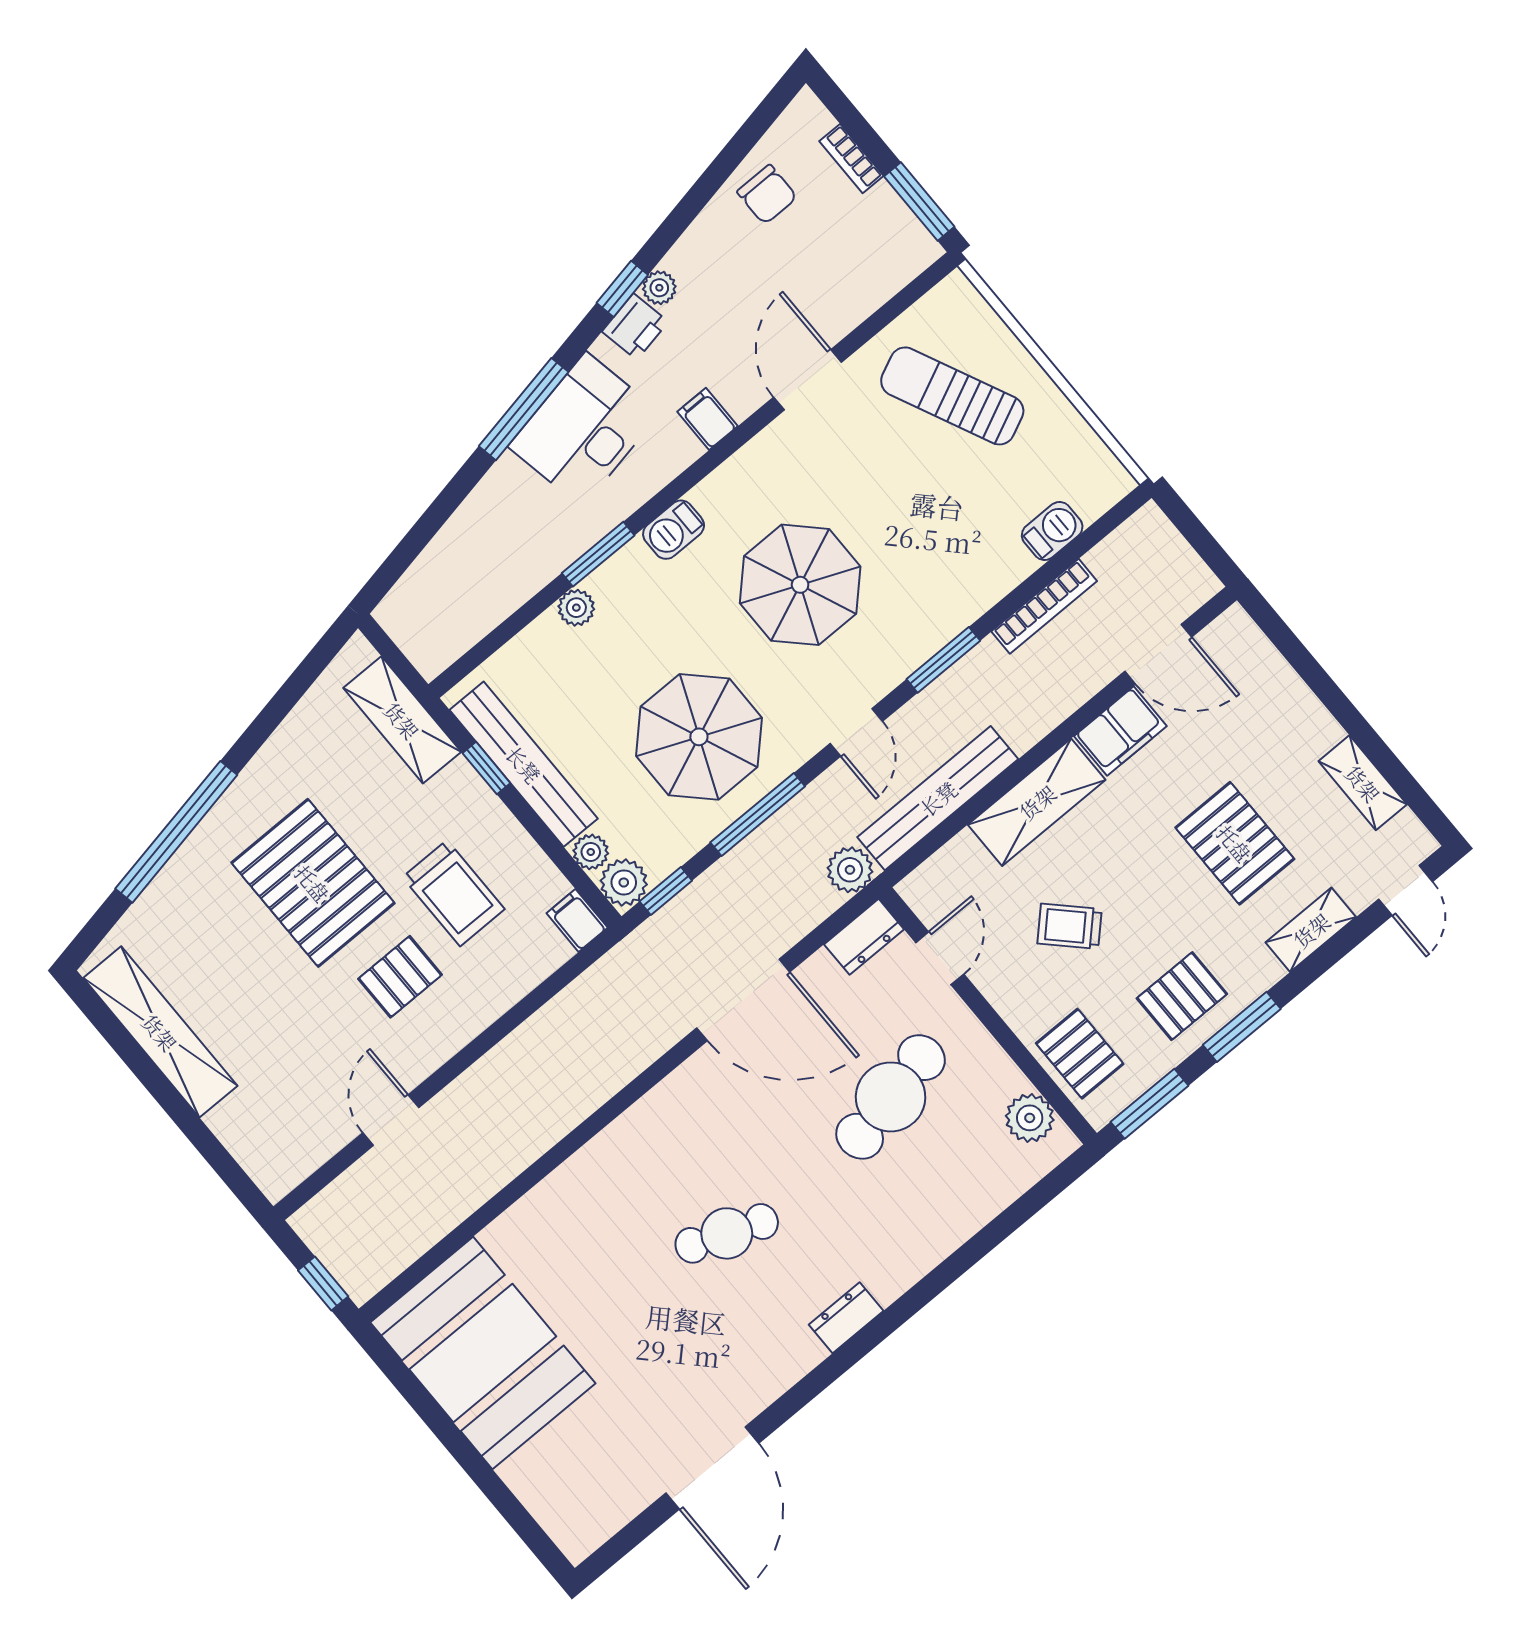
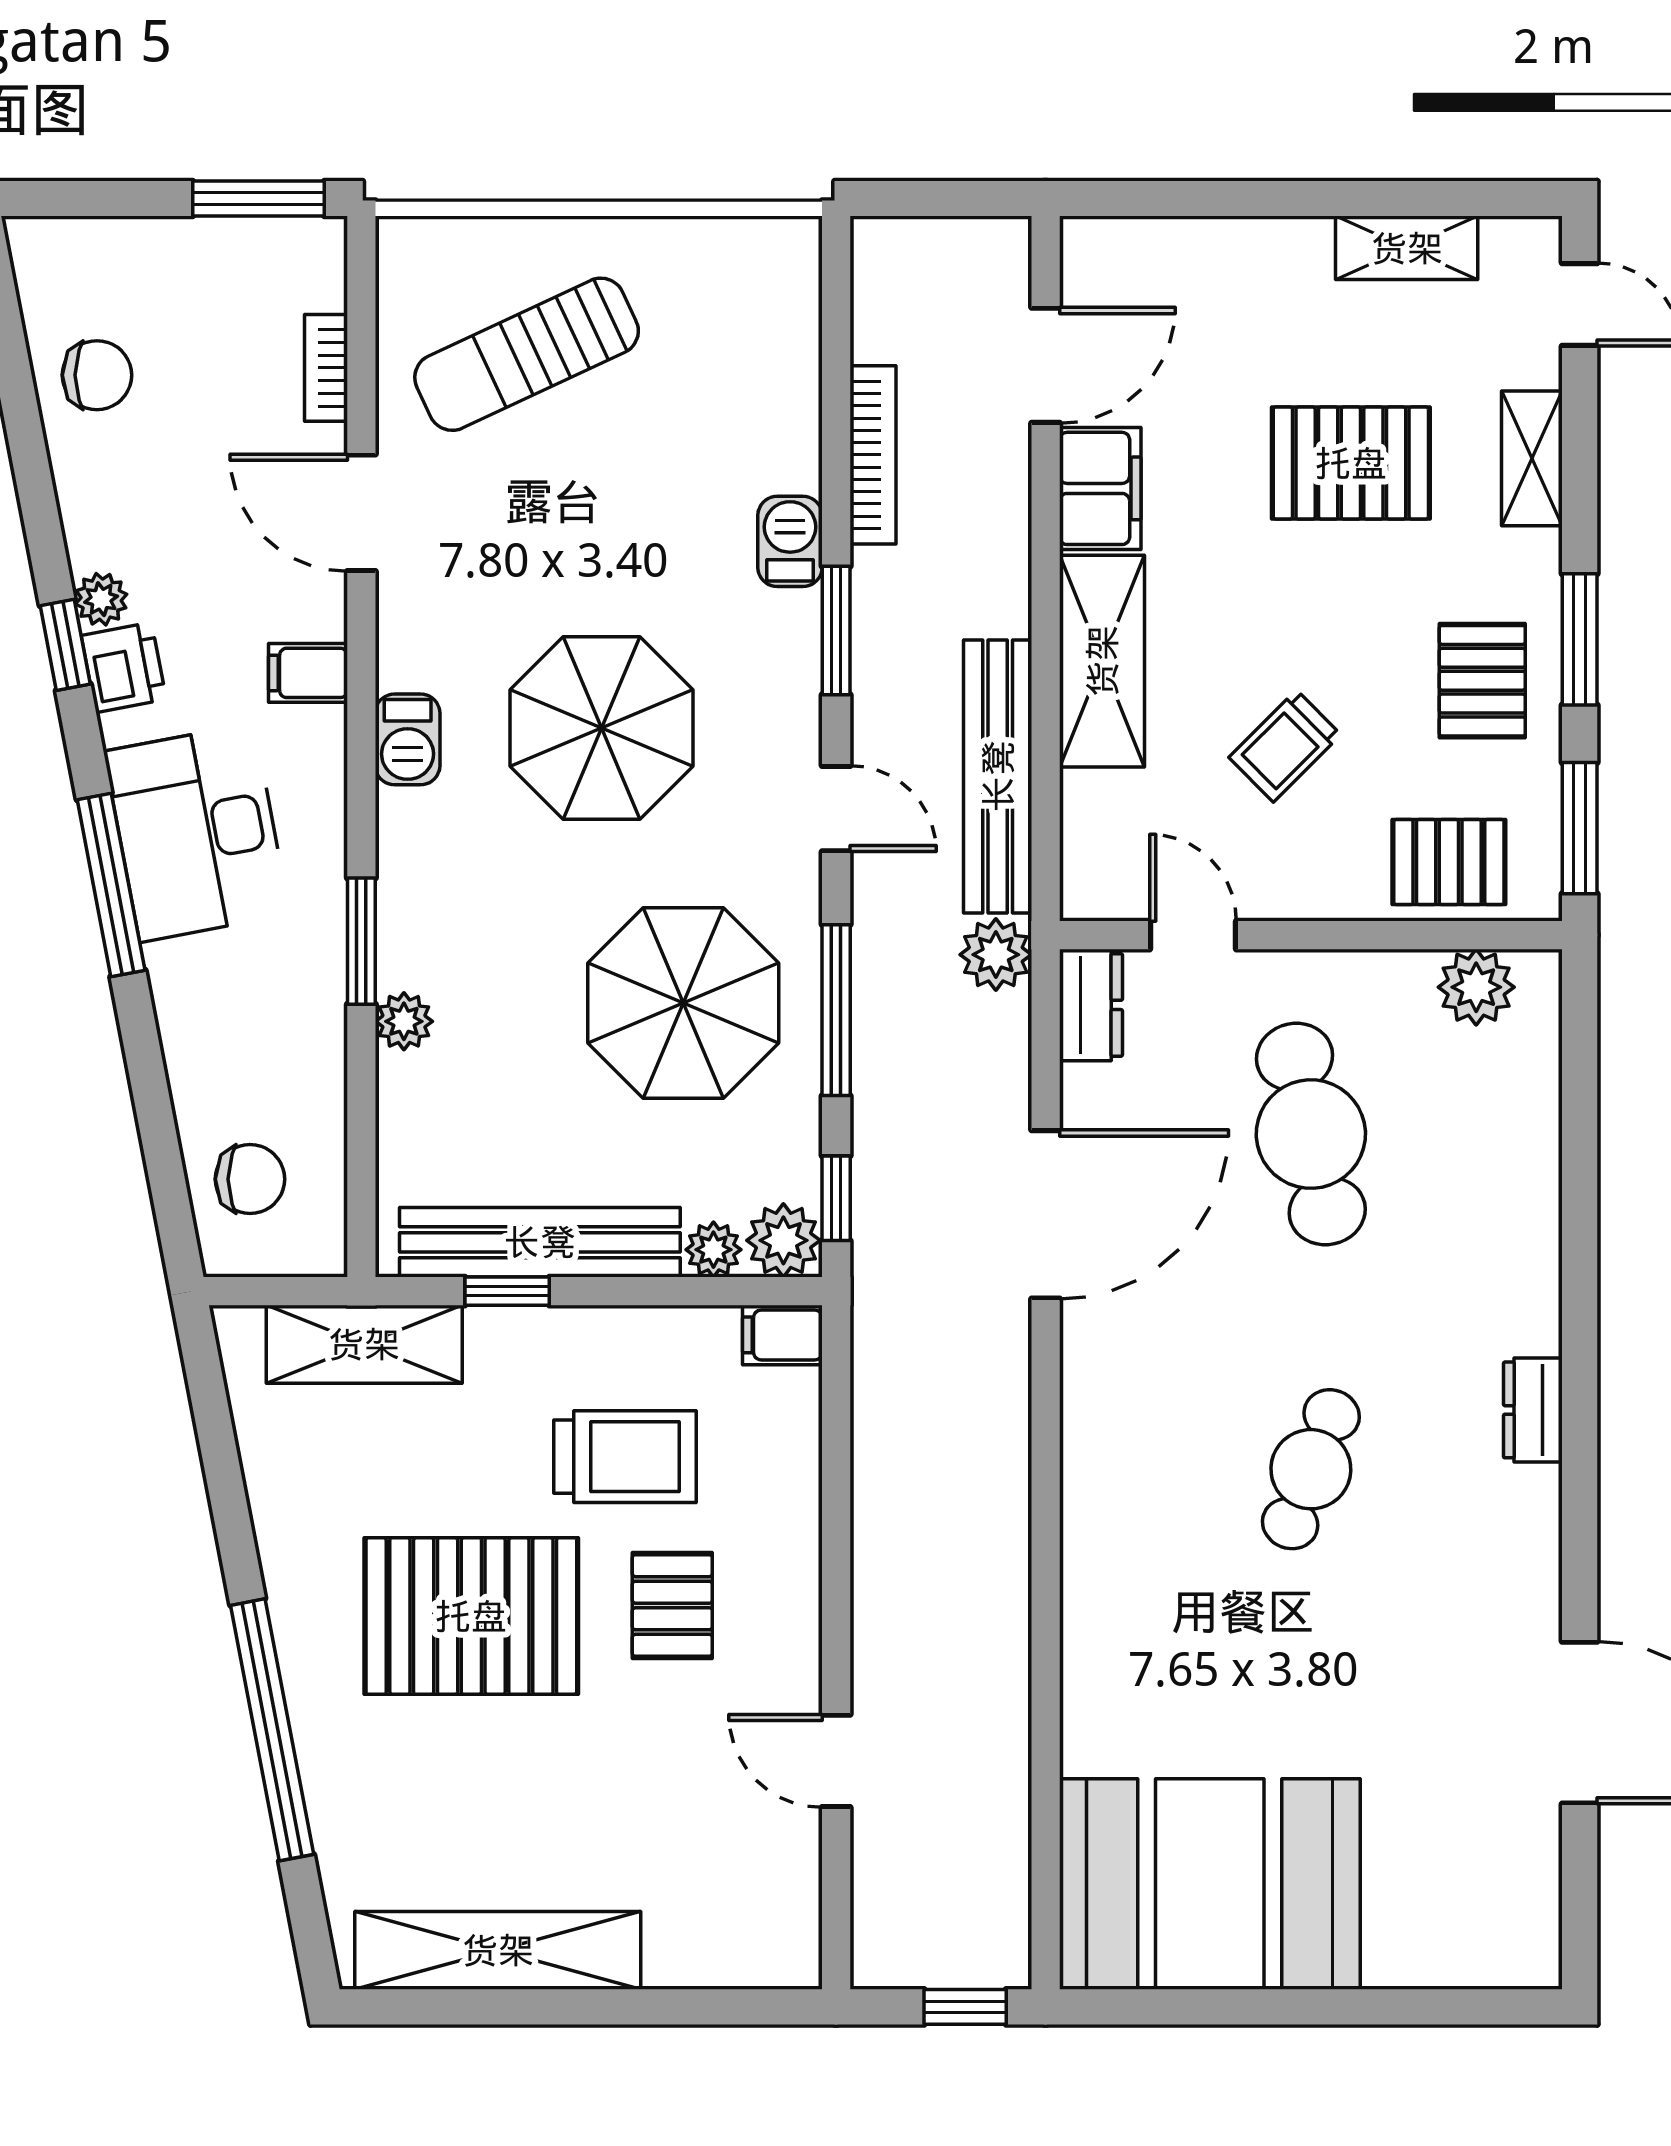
bookcase: (851, 159) -> (326, 368), moved, turned 90
barbecue: (674, 530) -> (408, 739), moved
barbecue: (1052, 531) -> (790, 541), moved
chair: (436, 597) -> (250, 1179), added

